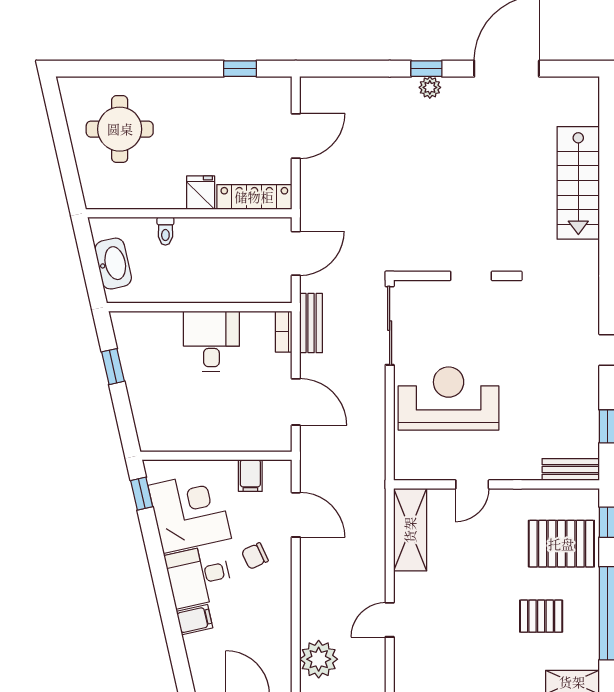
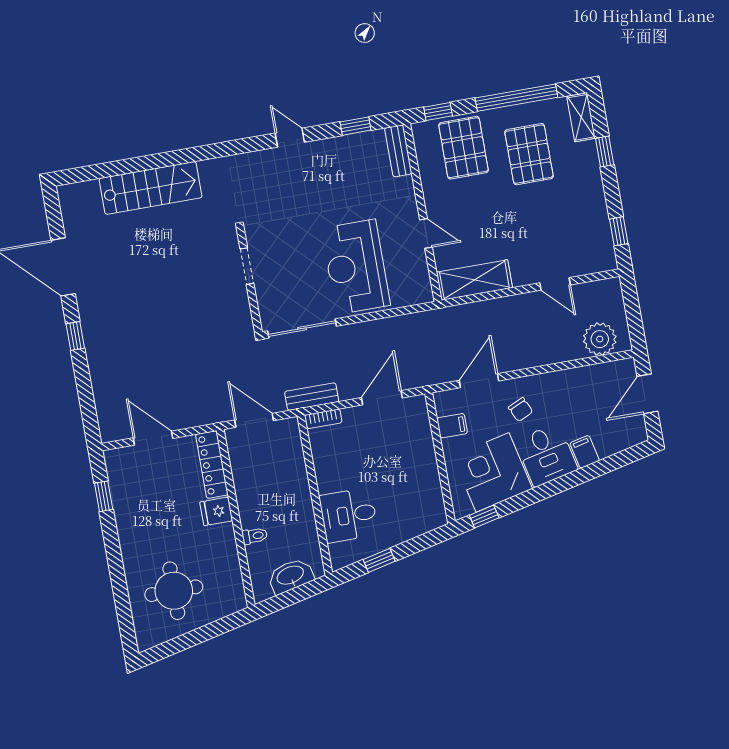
plant: (430, 87) -> (91, 330), removed
desk: (211, 341) -> (349, 515), moved
pallet: (541, 616) -> (529, 154), width x1.50, depth x1.42

